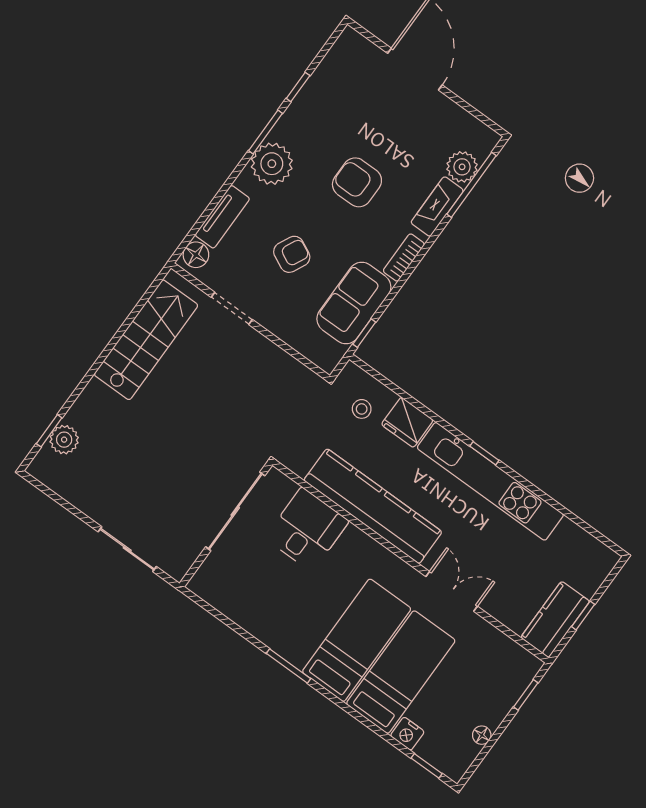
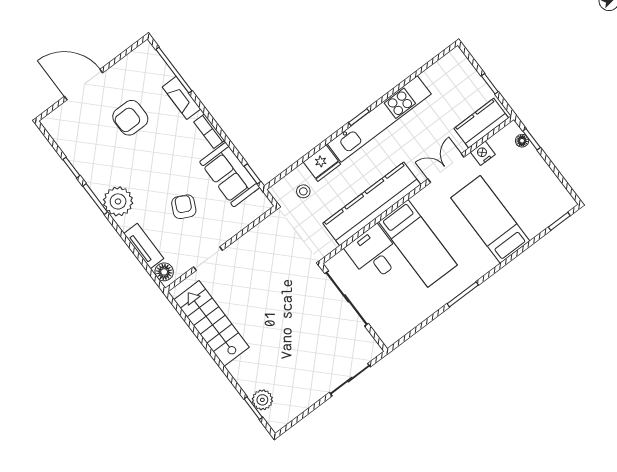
plant: (462, 167) -> (160, 73), removed
armchair: (357, 182) -> (130, 118), moved
kitchen counter: (555, 619) -> (481, 123), moved, turned 90
bed: (357, 640) -> (418, 243), moved, turned 180
nightstand: (407, 734) -> (483, 153), moved, turned 180
floor lamp: (482, 735) -> (522, 141), moved

